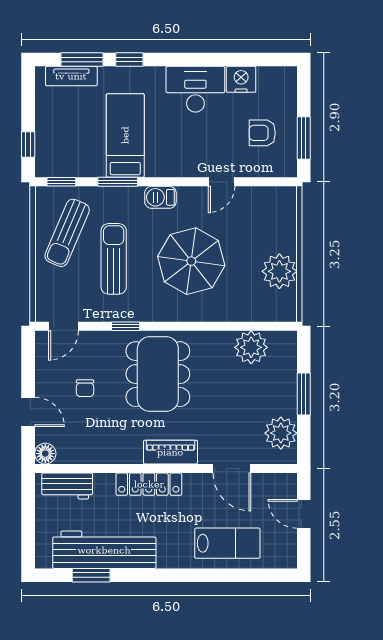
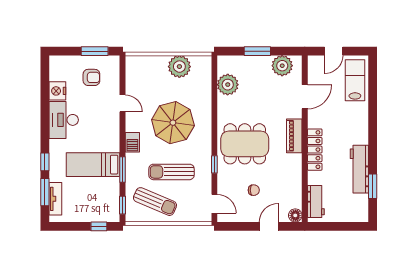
armchair: (262, 133) -> (91, 77), turned -90
lab bench: (227, 543) -> (355, 80), moved
workbench: (104, 550) -> (359, 169), width x0.73, depth x0.76

